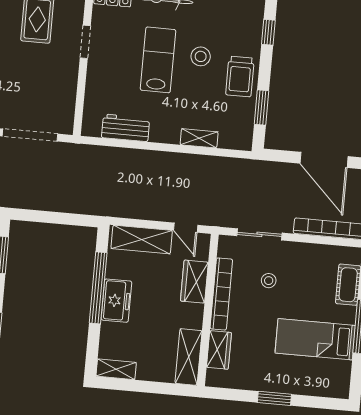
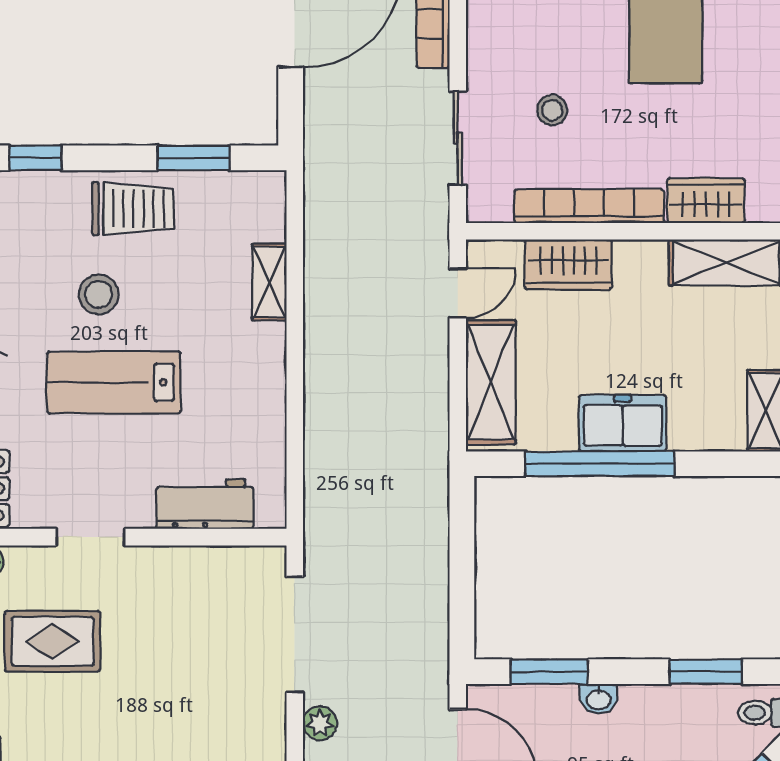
workbench: (126, 128) -> (205, 504), moved, turned 90

